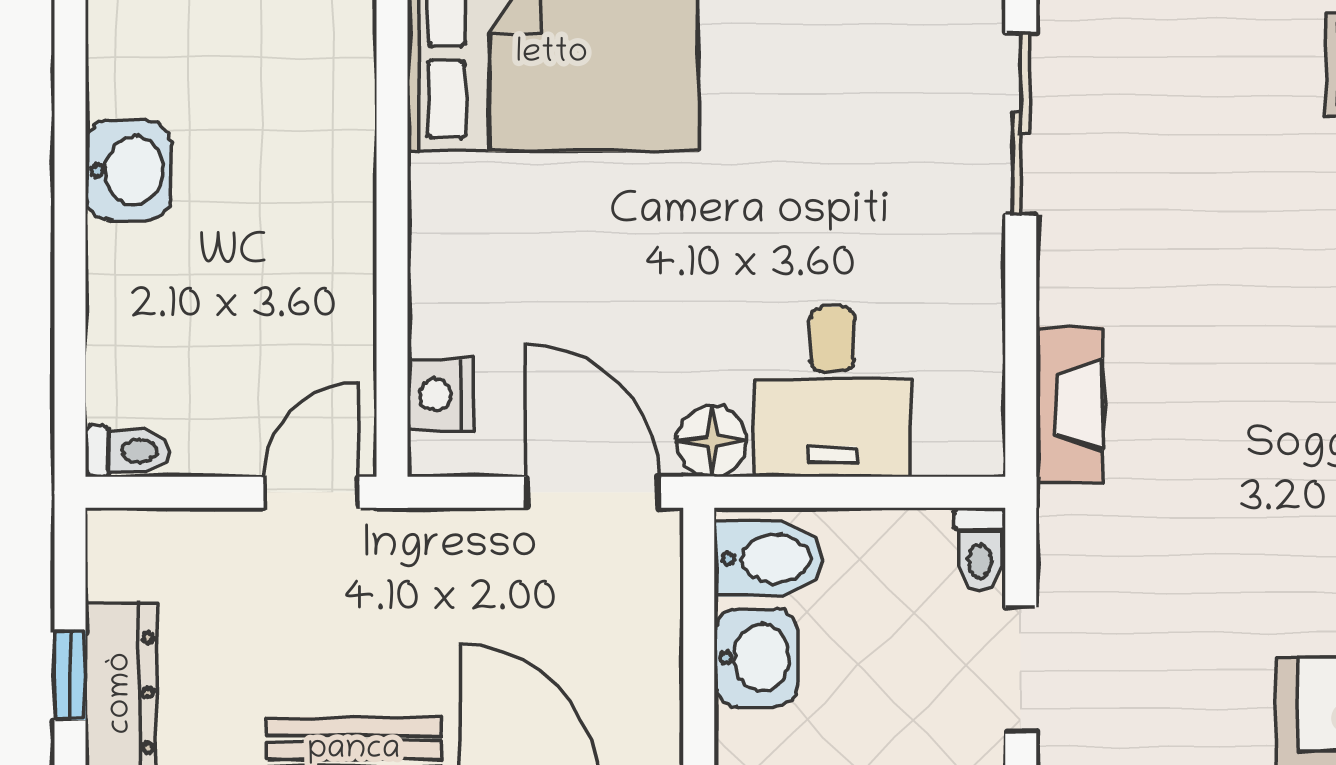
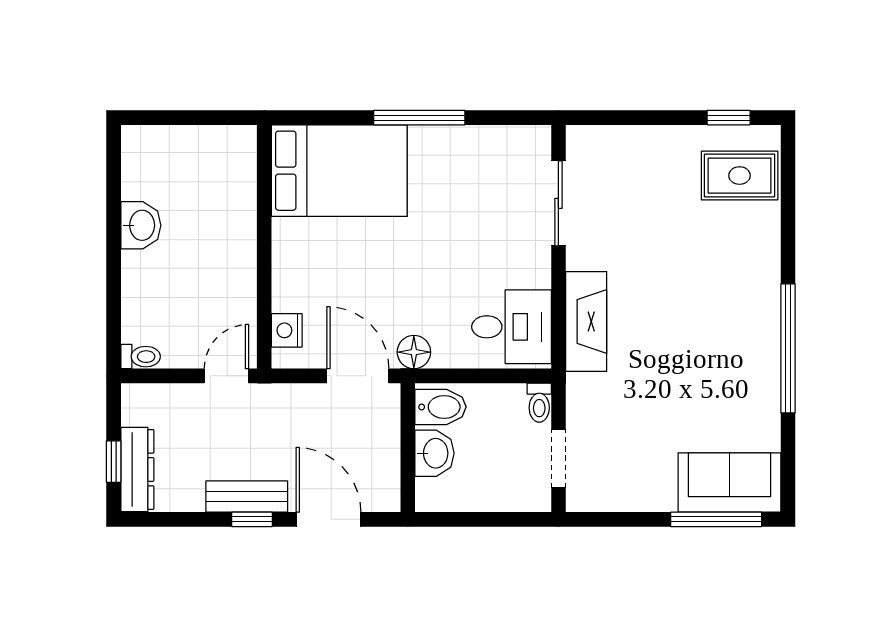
desk: (832, 392) -> (511, 327), moved, turned -90
fireplace: (1069, 405) -> (586, 322), width x1.37, depth x1.32

